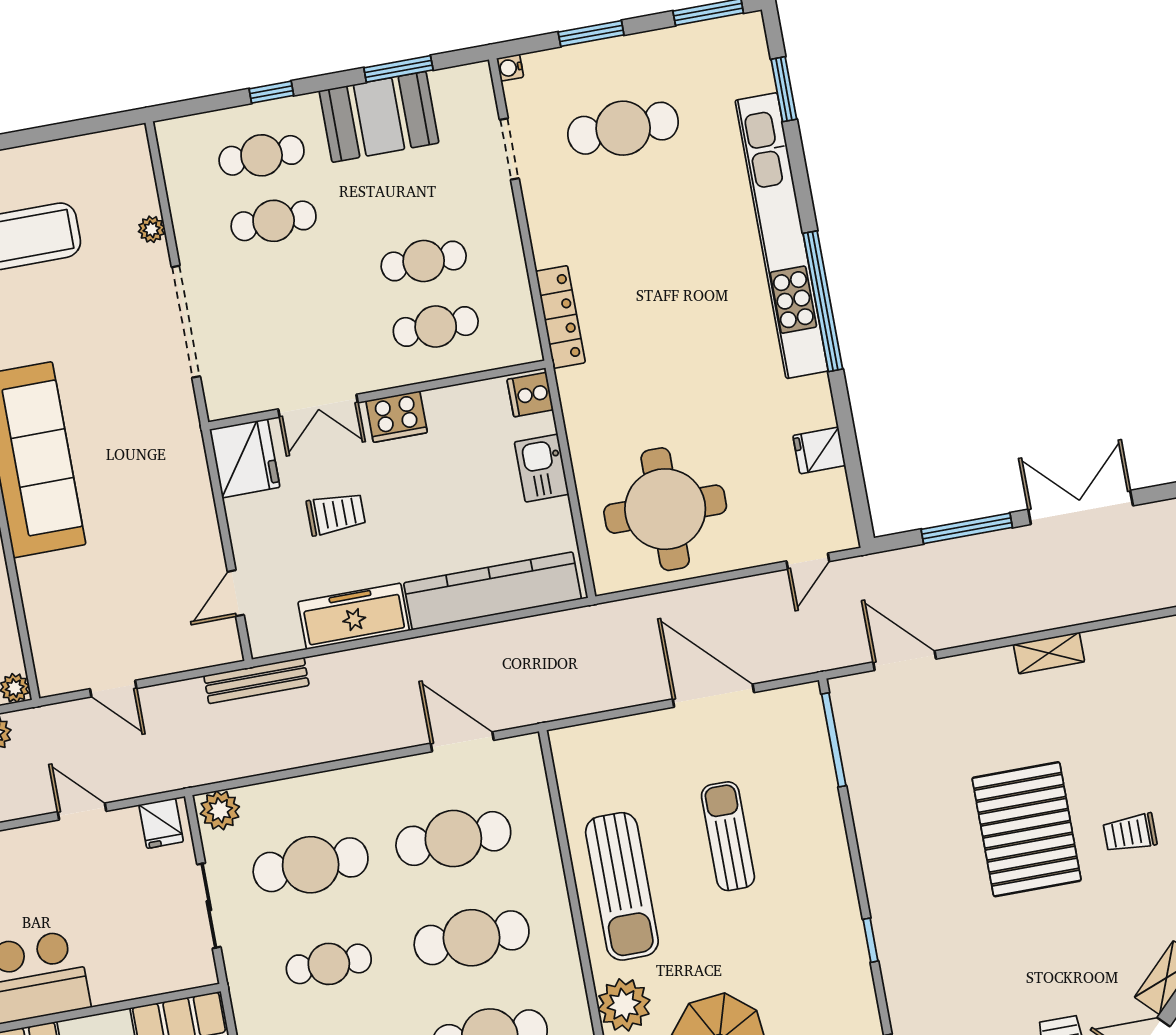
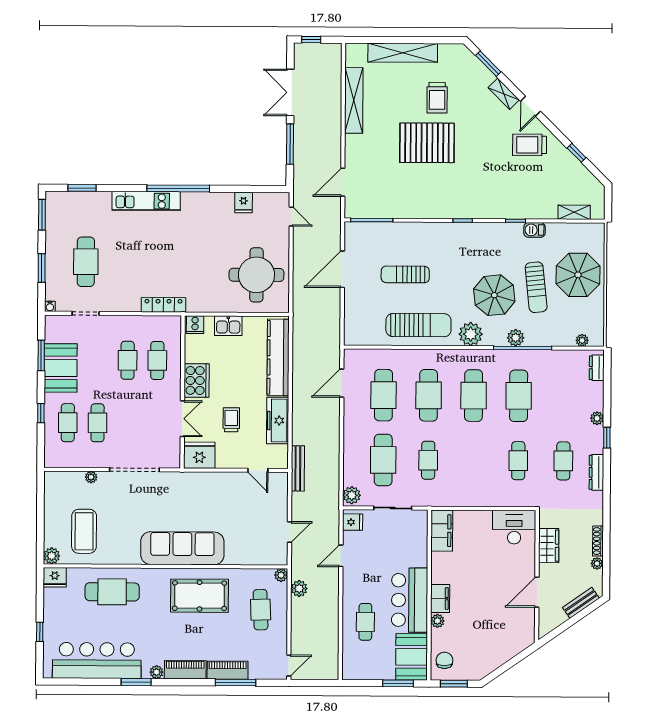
kitchen unit: (782, 236) -> (146, 201), width x0.54
cooker: (397, 417) -> (197, 380), width x1.37, depth x1.31
shelving: (1049, 653) -> (354, 100), width x2.20, depth x1.33
trolley: (1130, 833) -> (437, 98), width x1.36, depth x1.39

